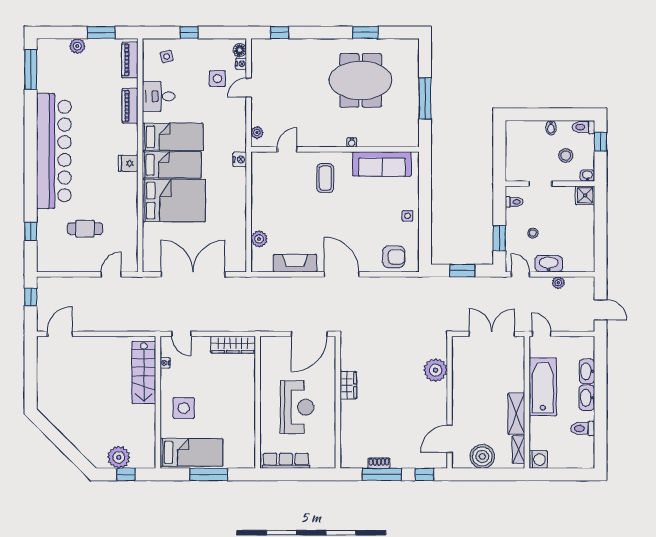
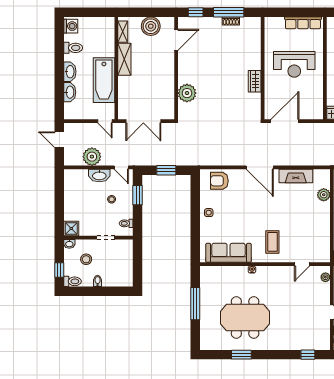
plant: (558, 283) -> (92, 157), width x1.88, depth x1.88
reception desk: (297, 407) -> (294, 64), turned -90
washing machine: (538, 459) -> (71, 26), moved, turned 180

